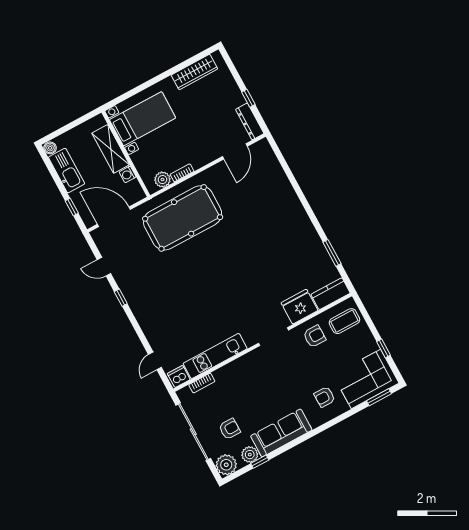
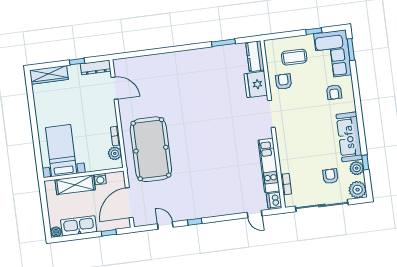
wardrobe: (194, 72) -> (49, 75), moved, turned 90
door: (104, 267) -> (165, 226), swing flipped
coffee table: (344, 321) -> (294, 57), moved, turned 90

